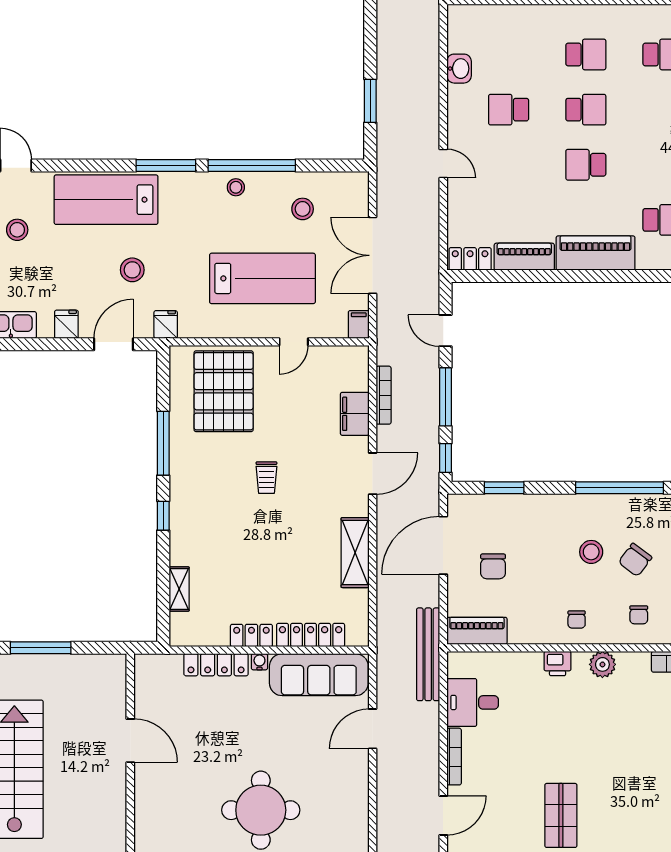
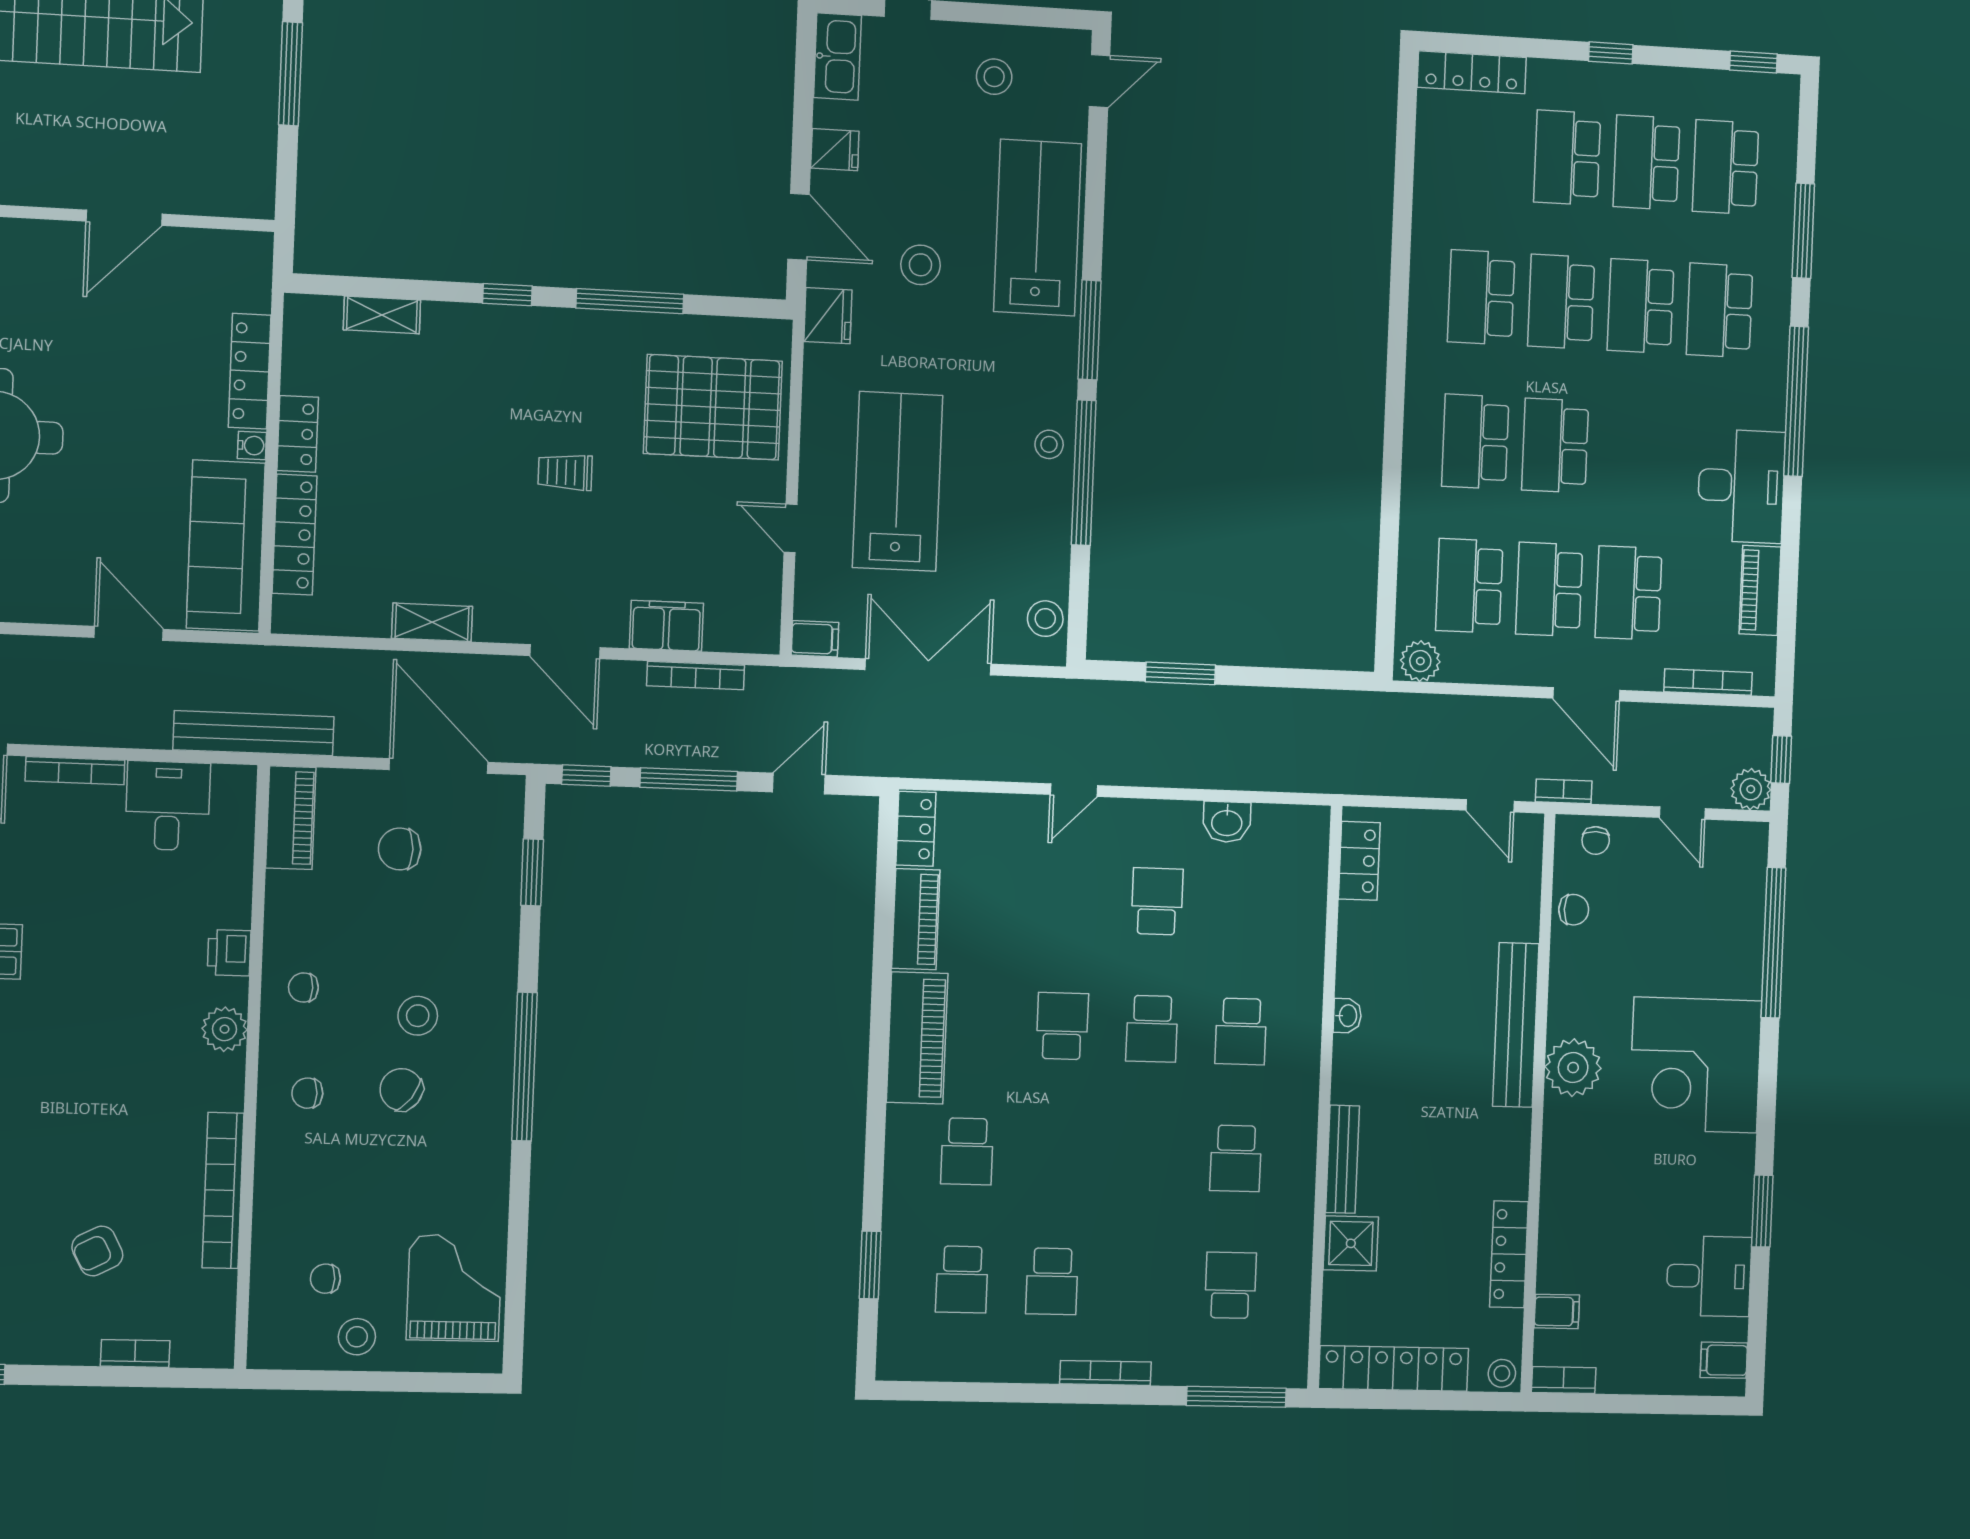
stool: (303, 209) -> (1045, 619), moved
lab bench: (262, 278) -> (898, 481), turned 180
fridge: (166, 324) -> (828, 316), width x1.38
shelving: (355, 553) -> (432, 622), width x0.67, depth x0.75

